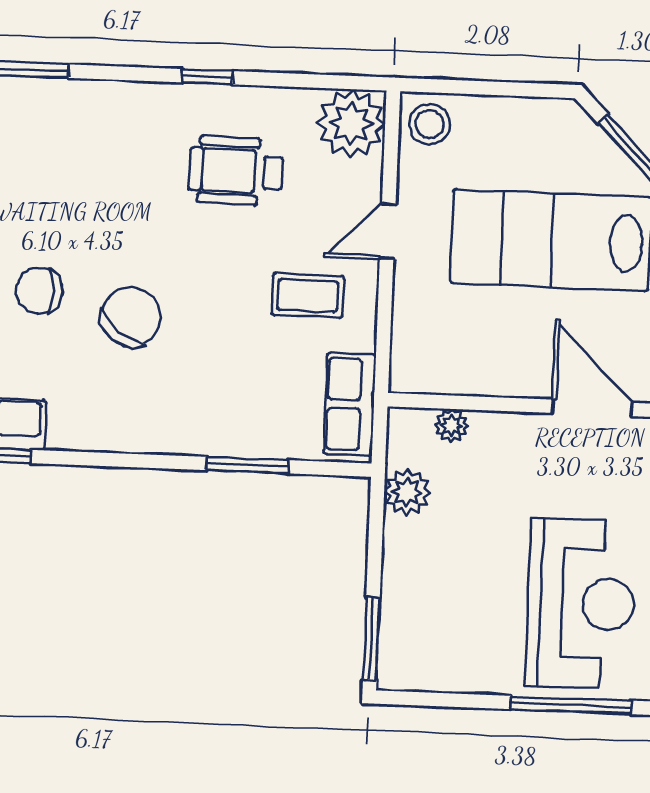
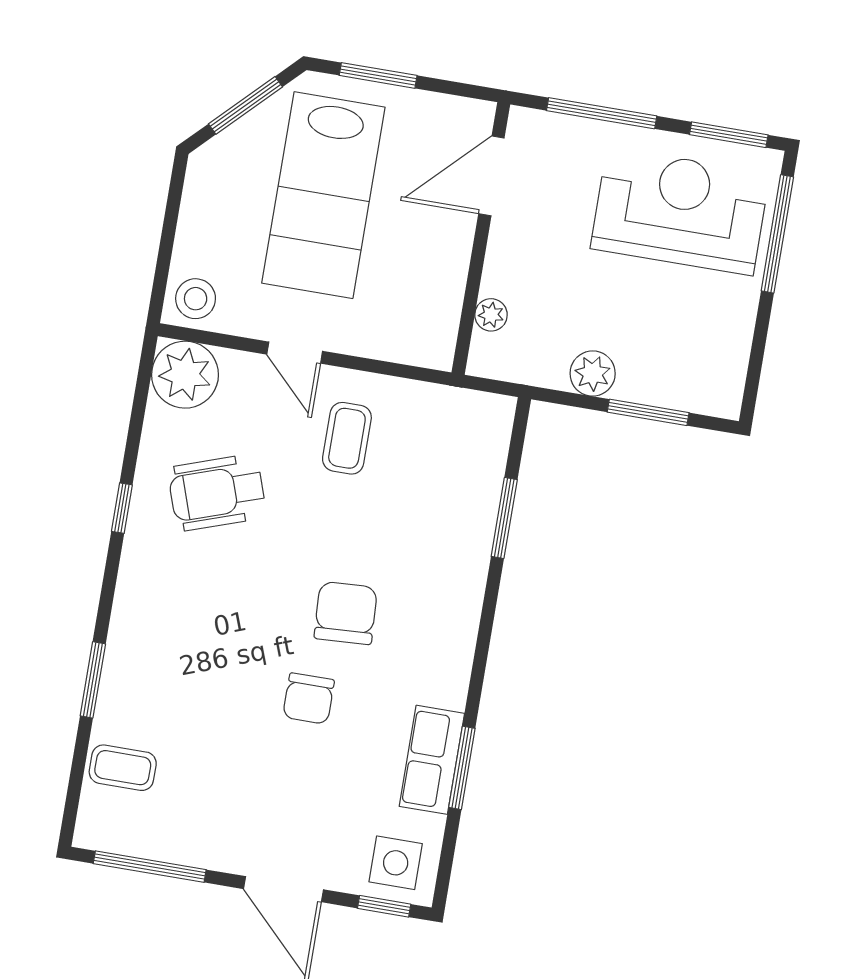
wheelchair: (236, 171) -> (217, 492), turned 70
chair: (131, 317) -> (346, 613), turned 51
row of seats: (350, 404) -> (458, 411), removed
plant: (407, 492) -> (593, 373), moved
window: (371, 639) -> (648, 412), moved

